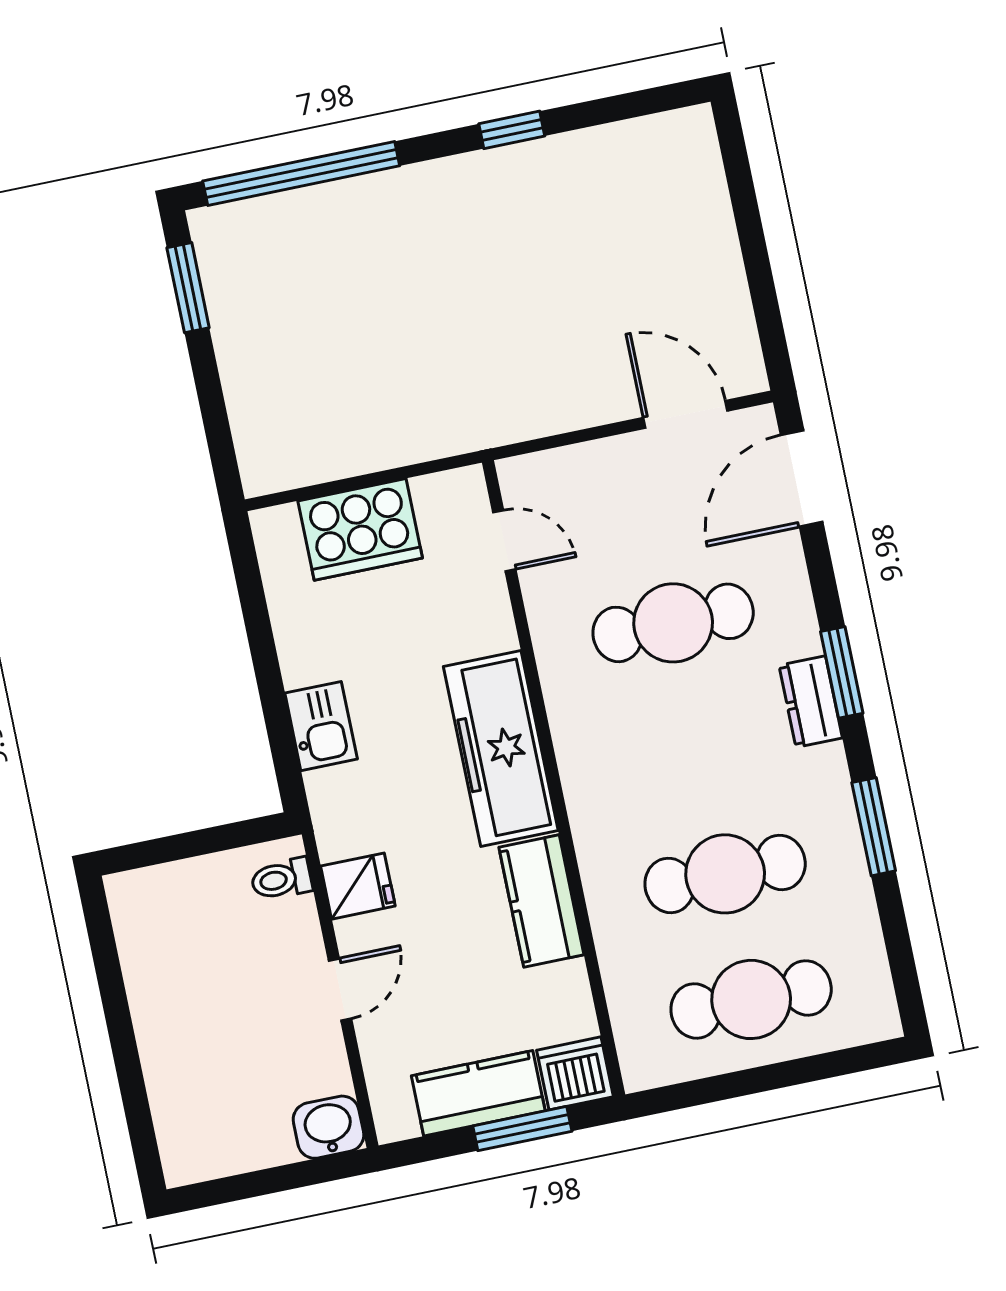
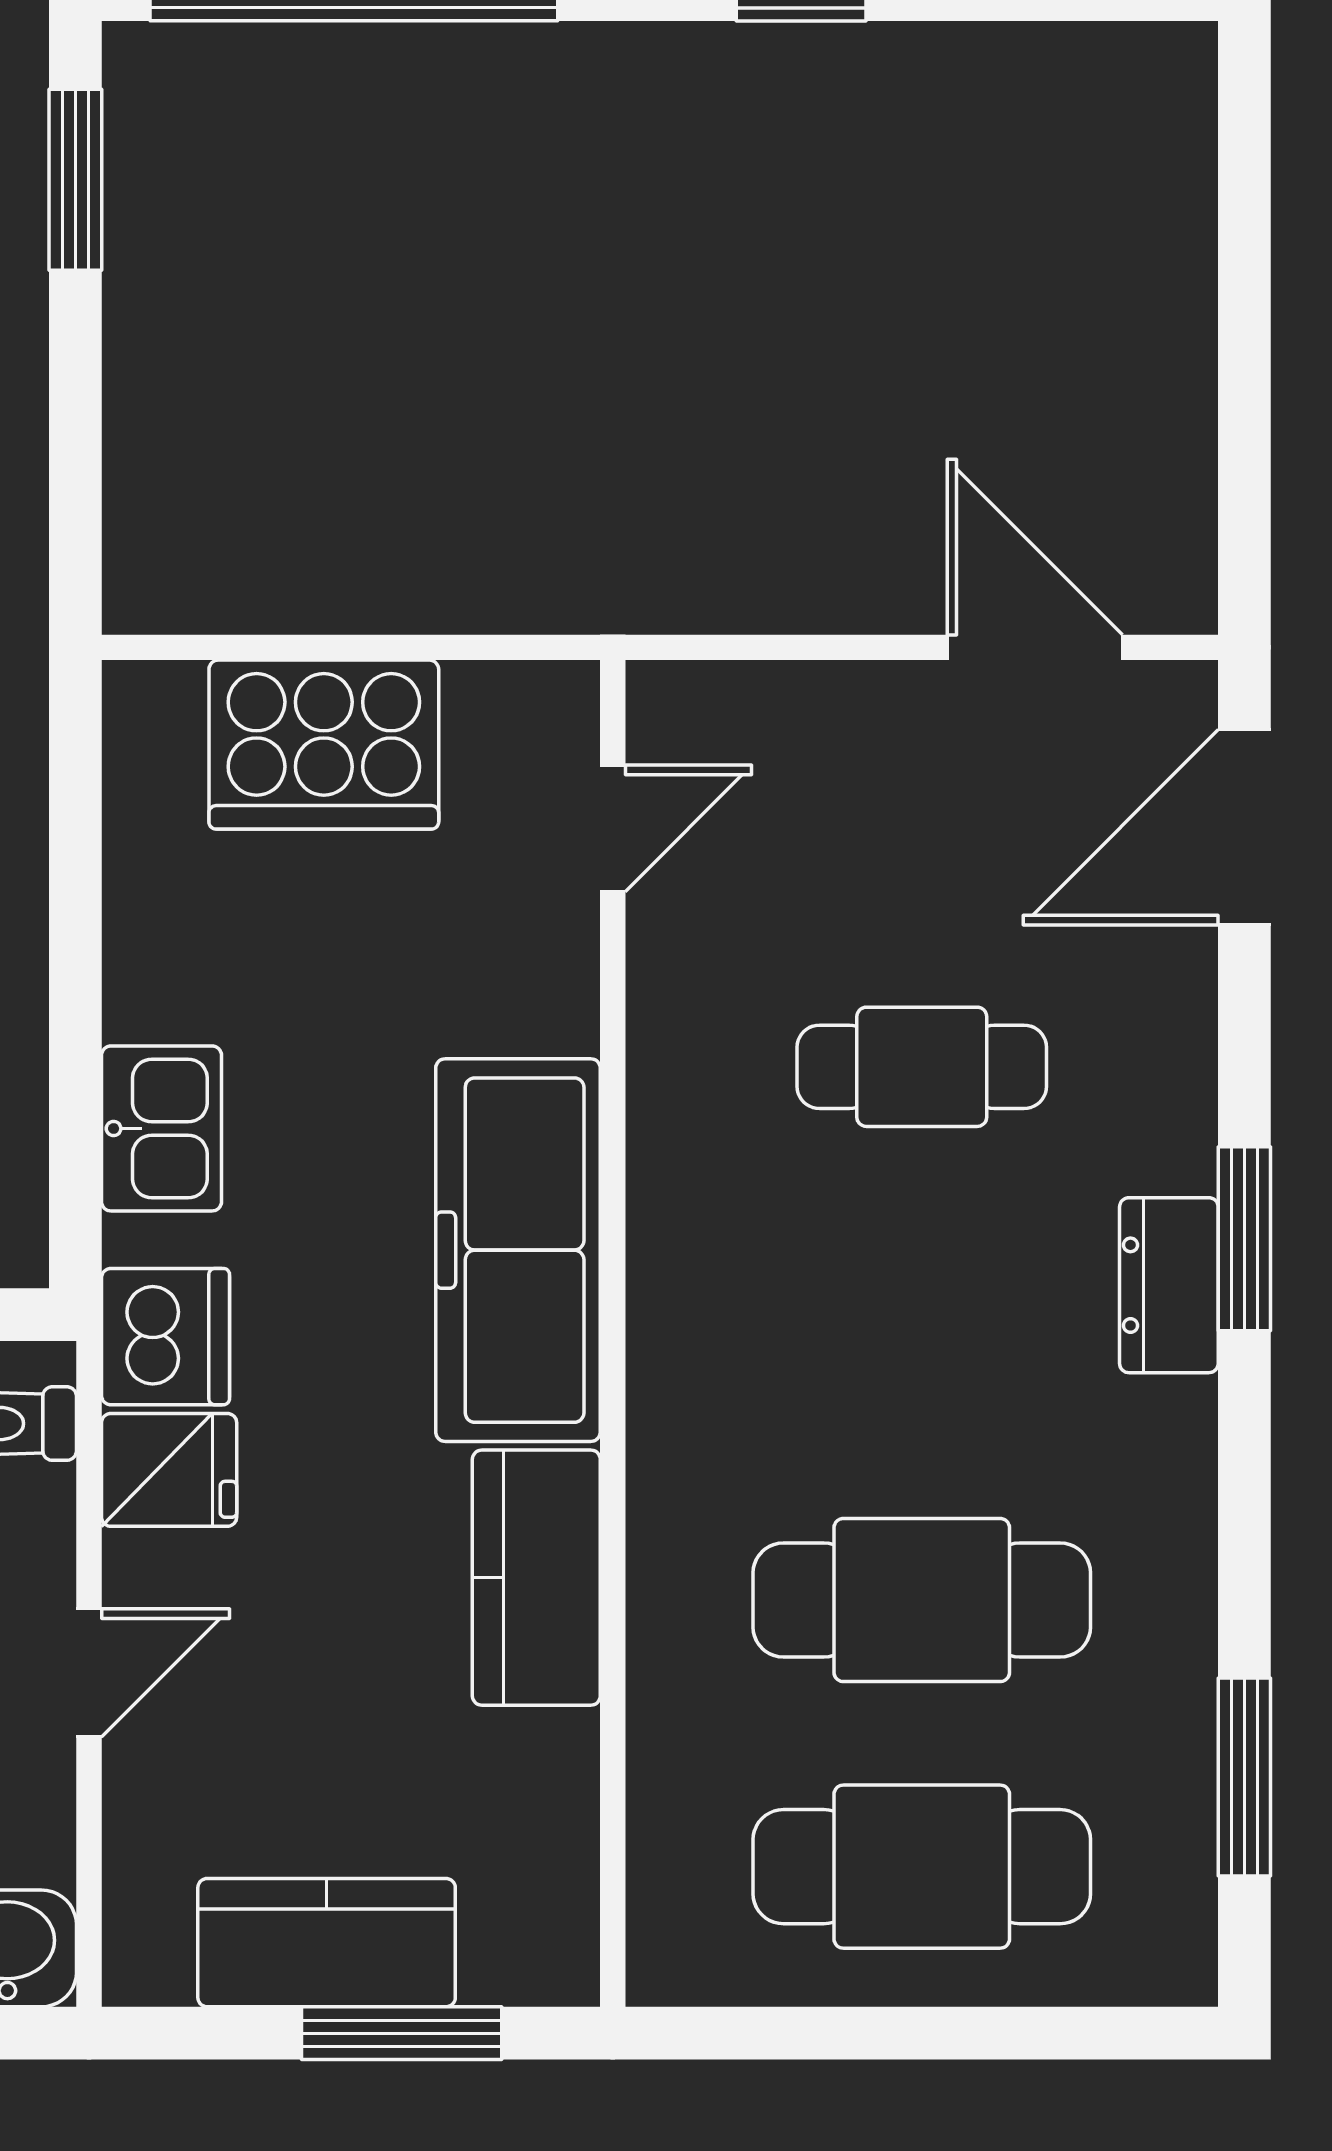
door: (504, 541) -> (613, 828), hinge flipped
cafe table: (673, 623) -> (922, 1067), width x0.73, depth x0.74
window: (874, 827) -> (1244, 1777), moved
dishwasher: (575, 1073) -> (165, 1337), moved, turned 90

